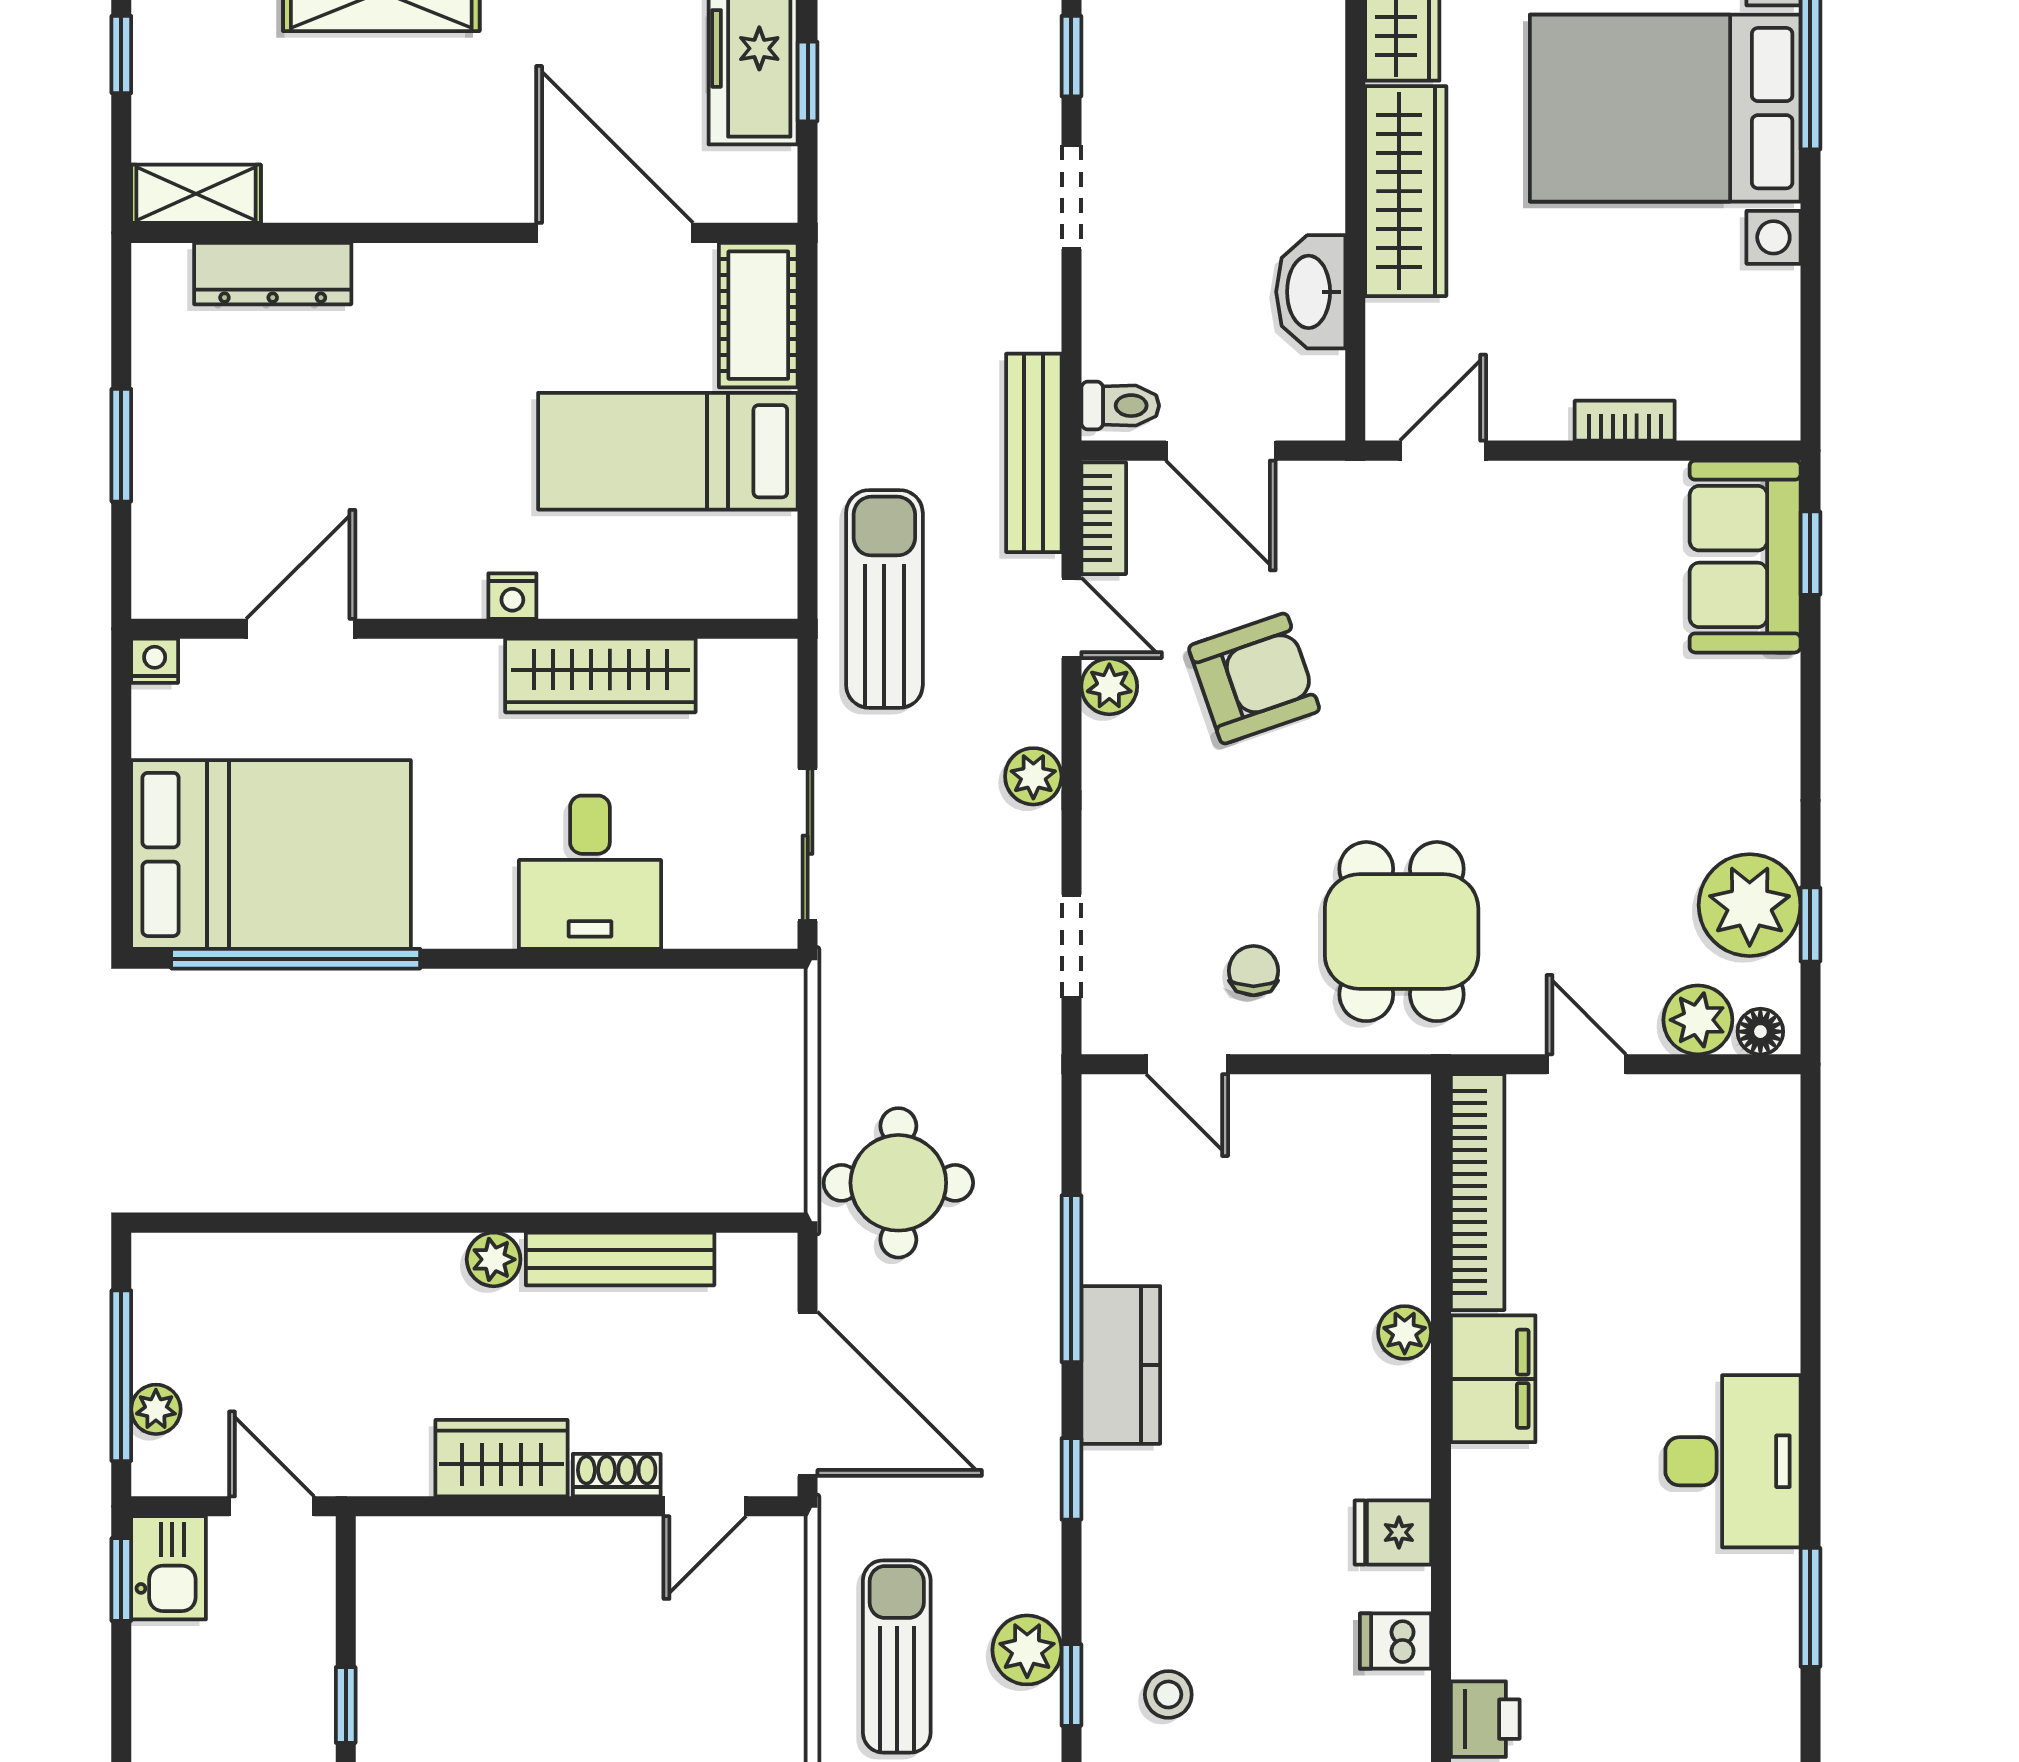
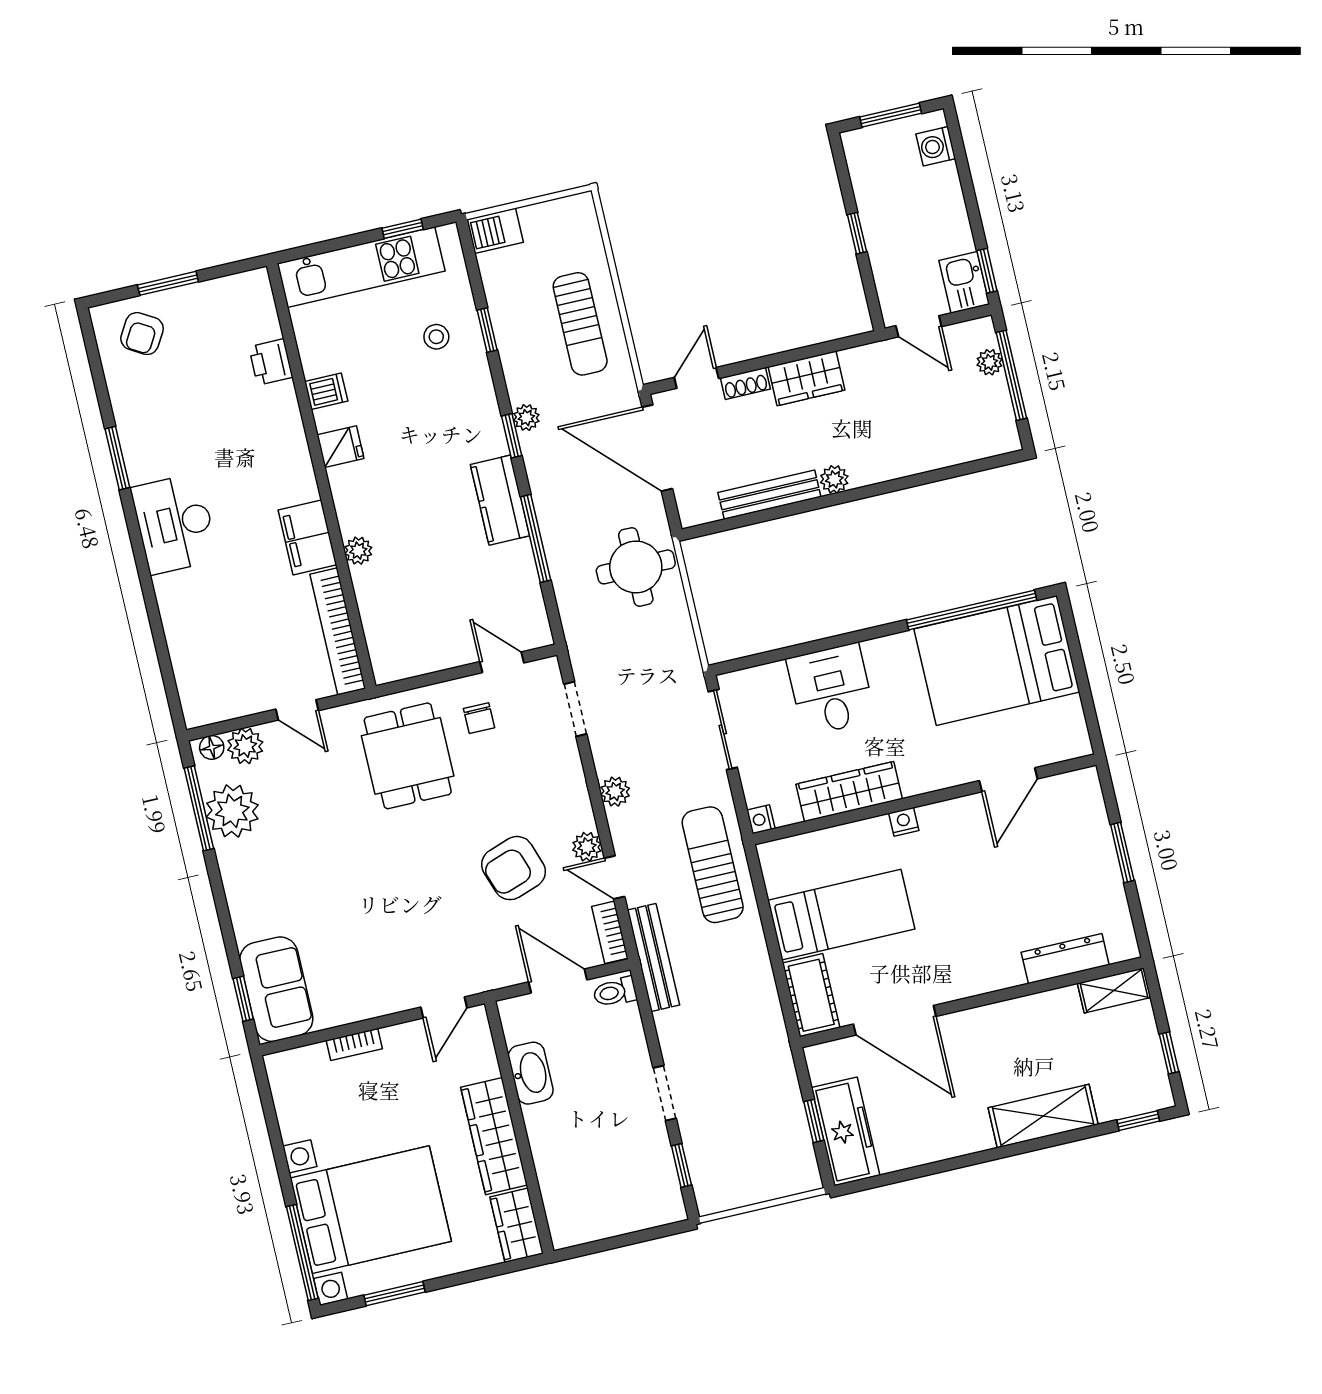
sun lounger: (884, 599) -> (713, 865), turned 180
nightstand: (155, 661) -> (761, 819), moved, turned 90
window: (1810, 924) -> (199, 808), width x2.17
plant: (1027, 1650) -> (526, 418), moved, width x0.73, depth x0.73

